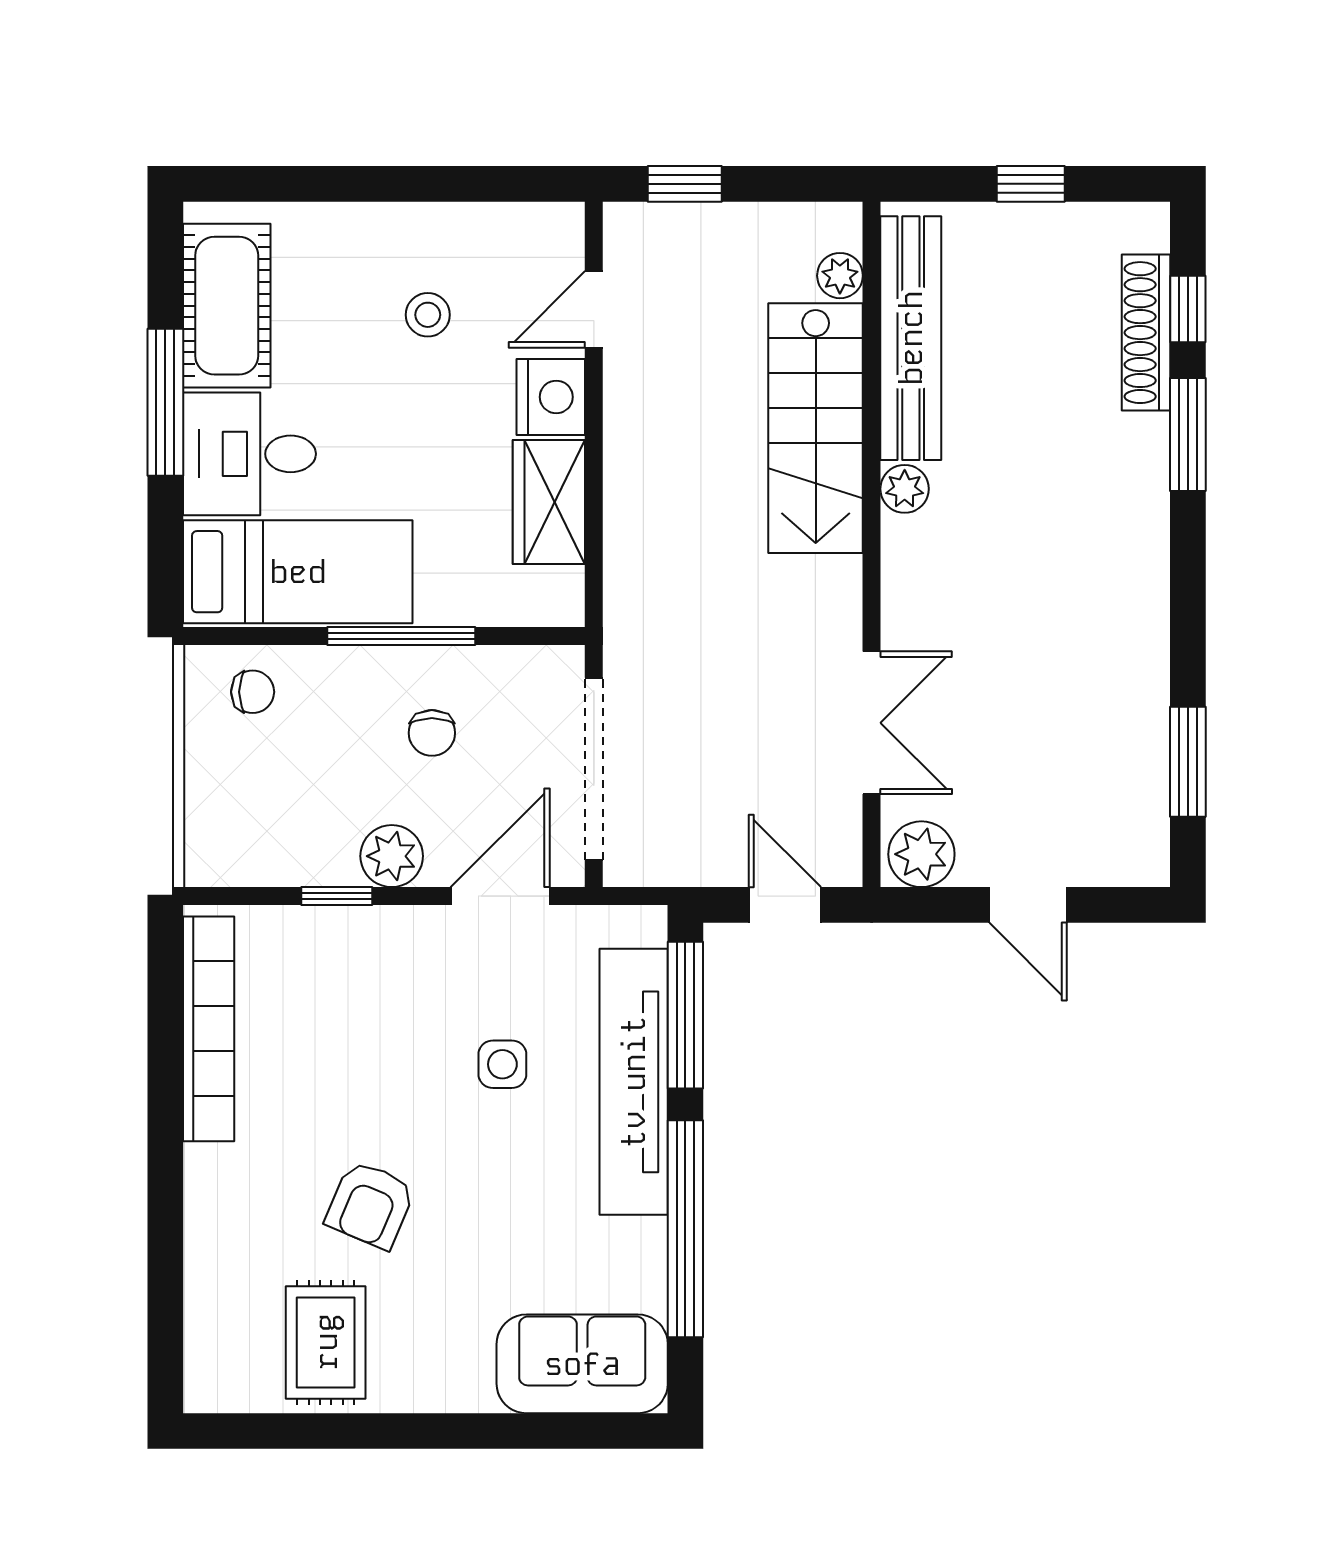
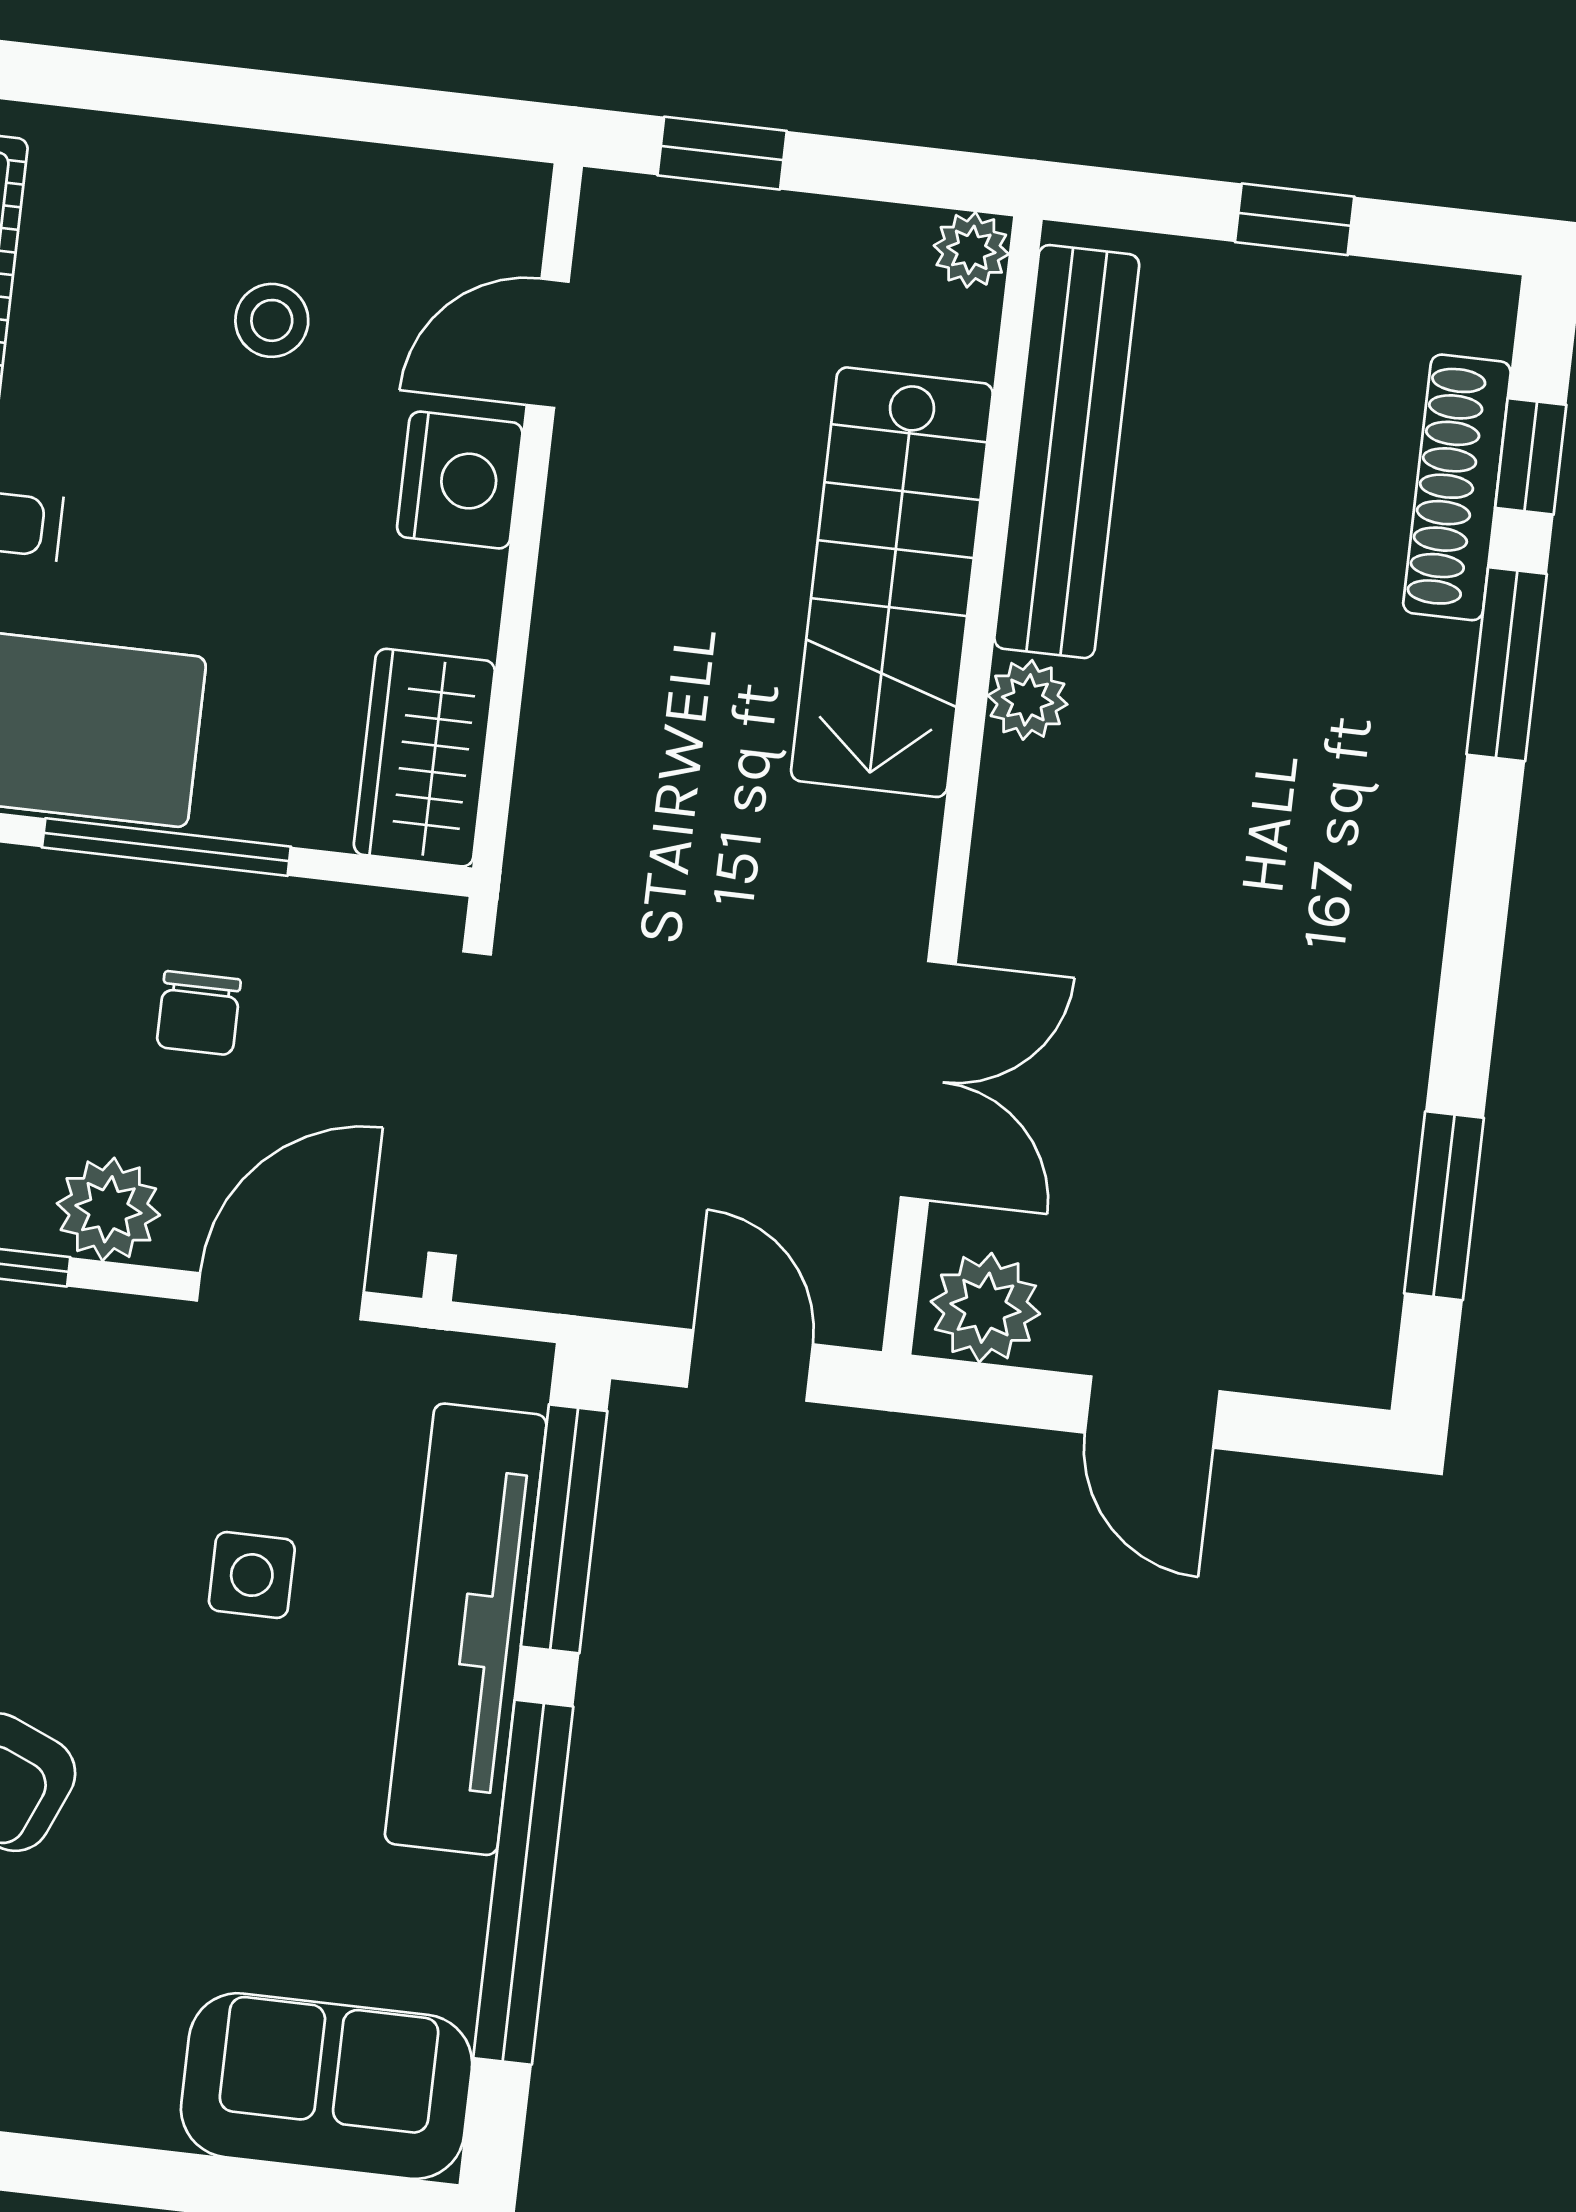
plant: (840, 276) -> (971, 250), moved
wardrobe: (549, 502) -> (424, 758), moved

